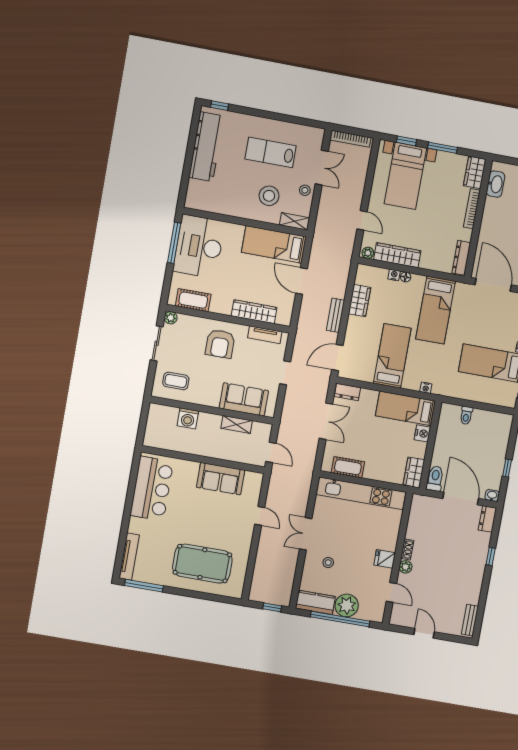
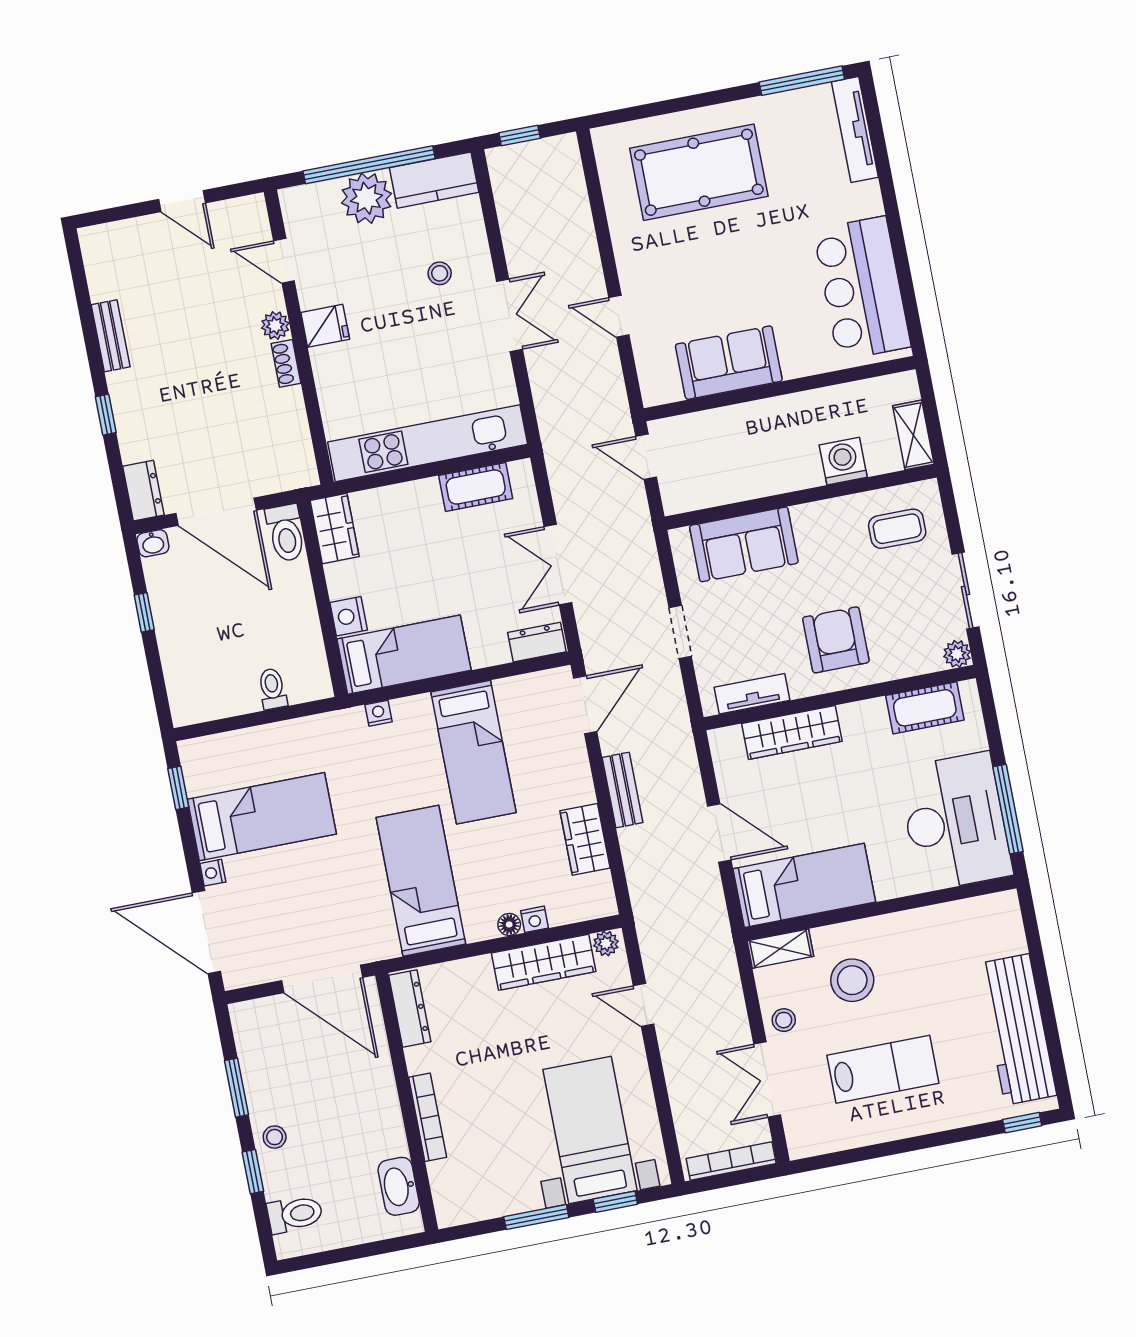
wardrobe: (475, 172) -> (451, 1193), removed
shelving: (237, 424) -> (913, 435), moved, turned 90
bench: (470, 620) -> (111, 336), moved

